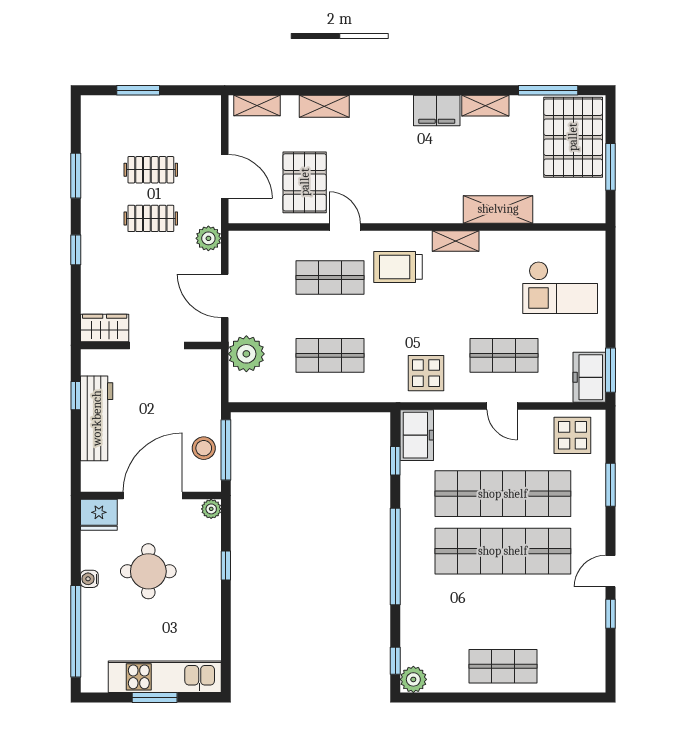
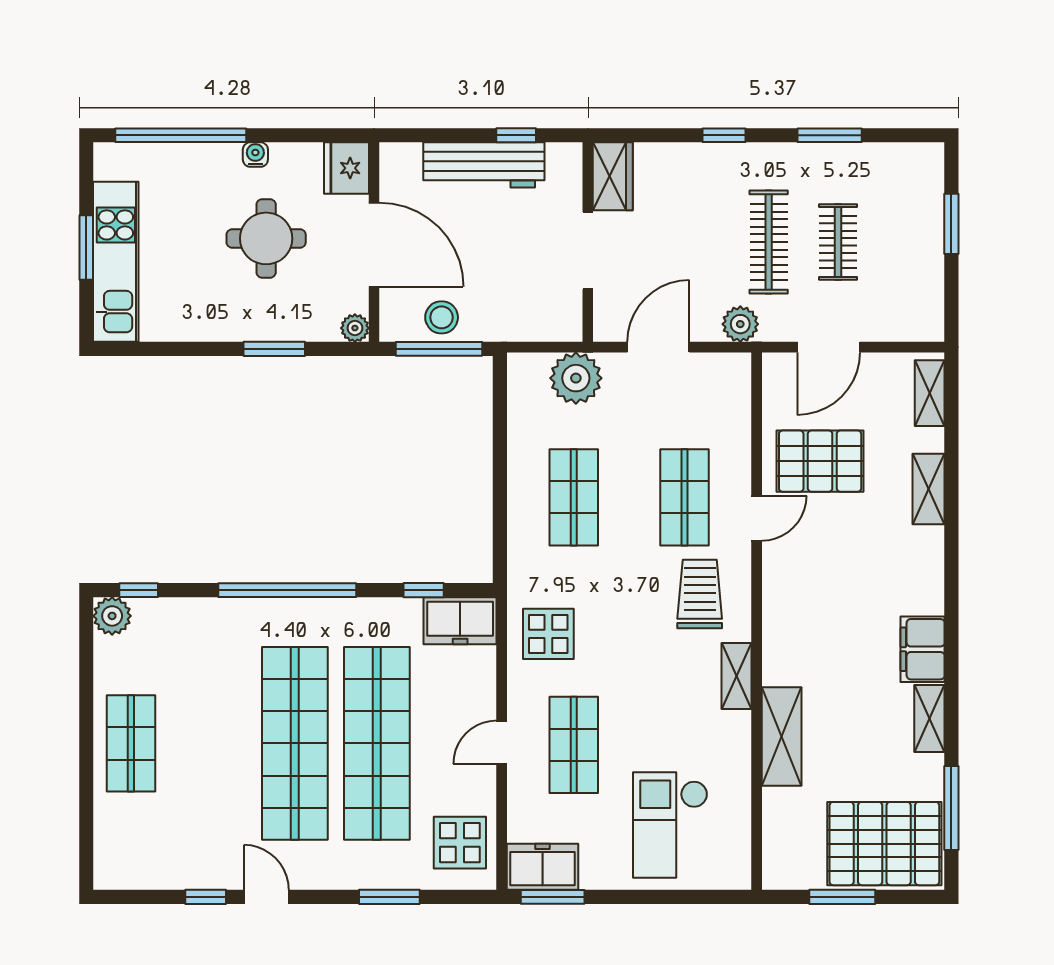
clothes rail: (151, 218) -> (769, 242), width x1.36
window: (226, 566) -> (274, 349), width x1.50

